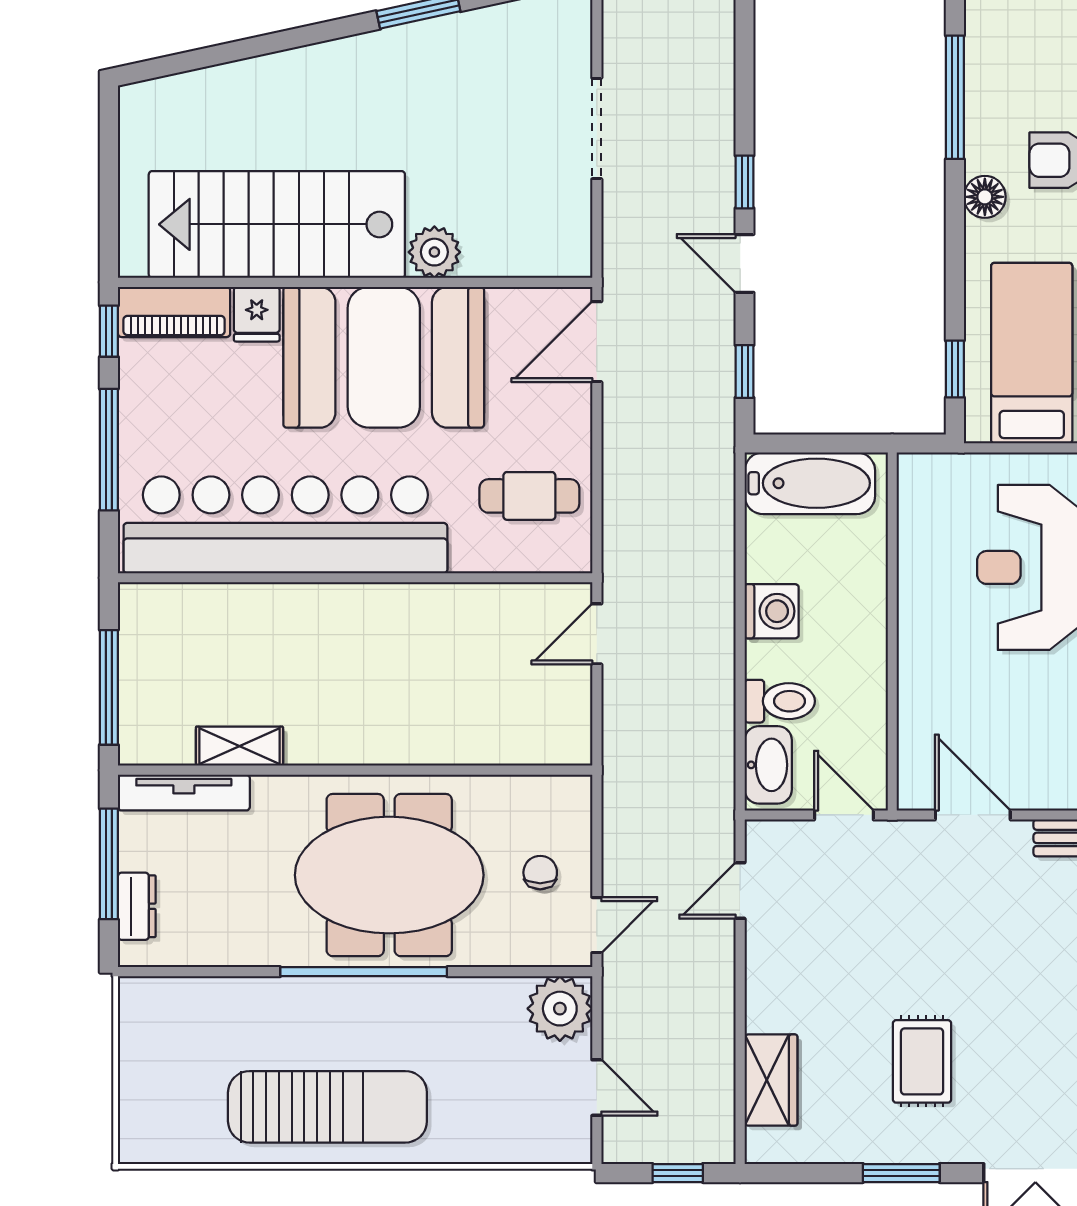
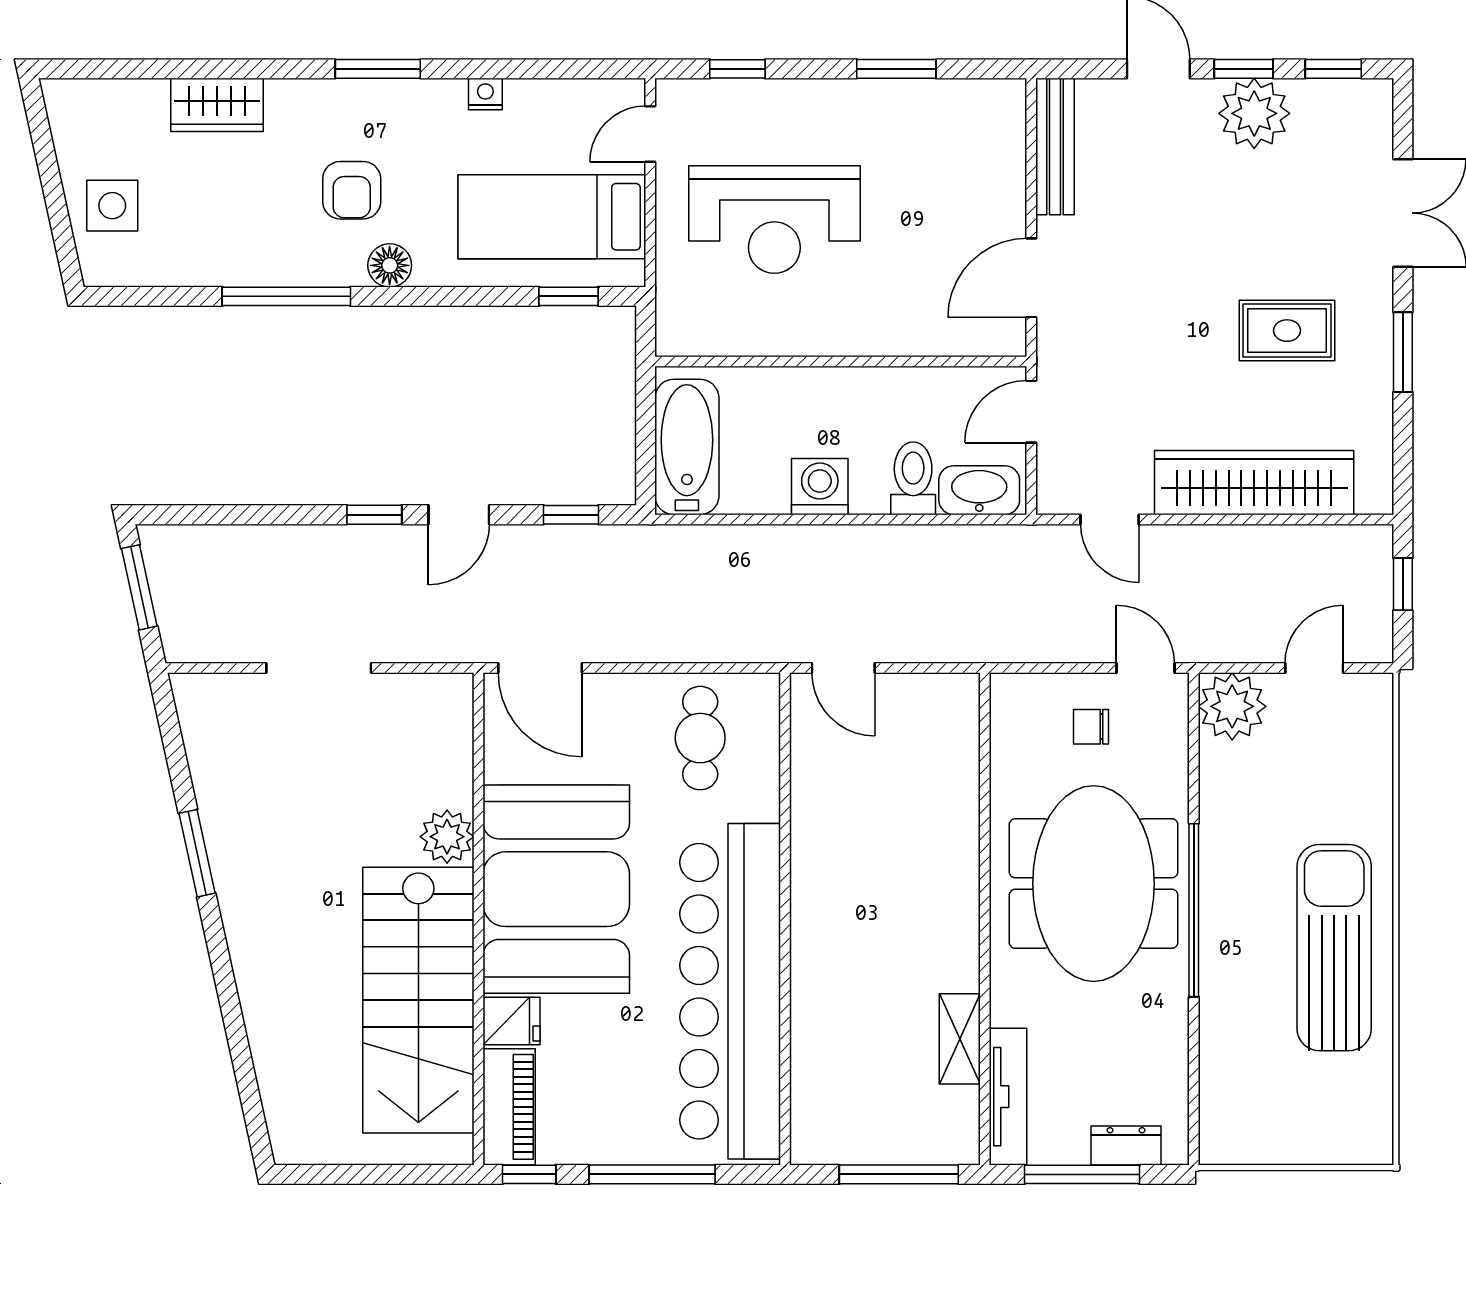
wardrobe: (771, 1080) -> (1254, 483), width x2.10, depth x1.17

